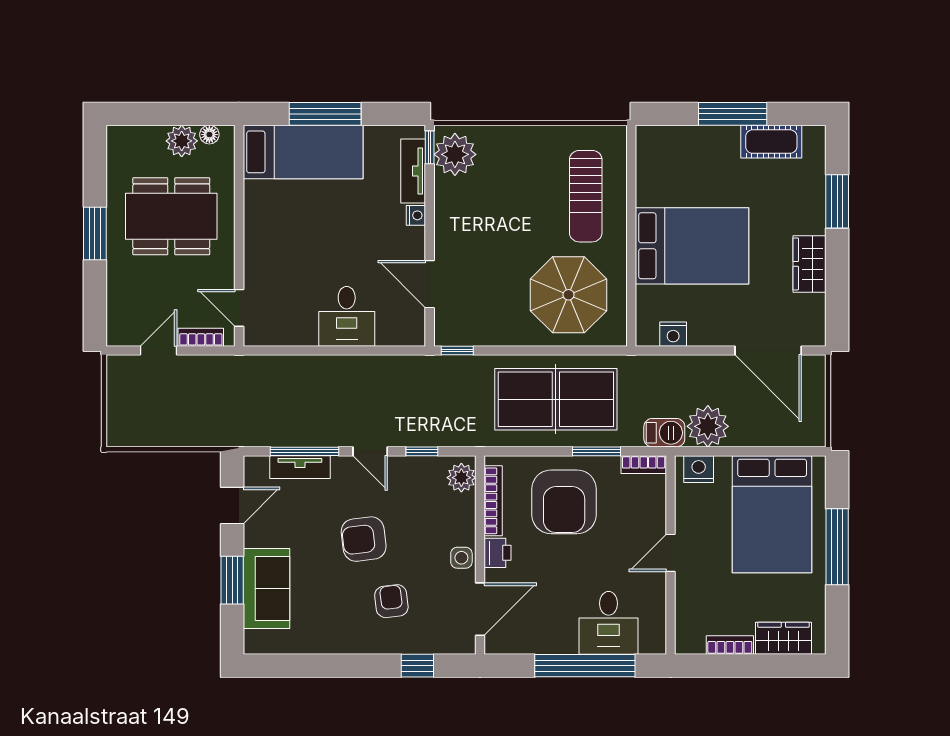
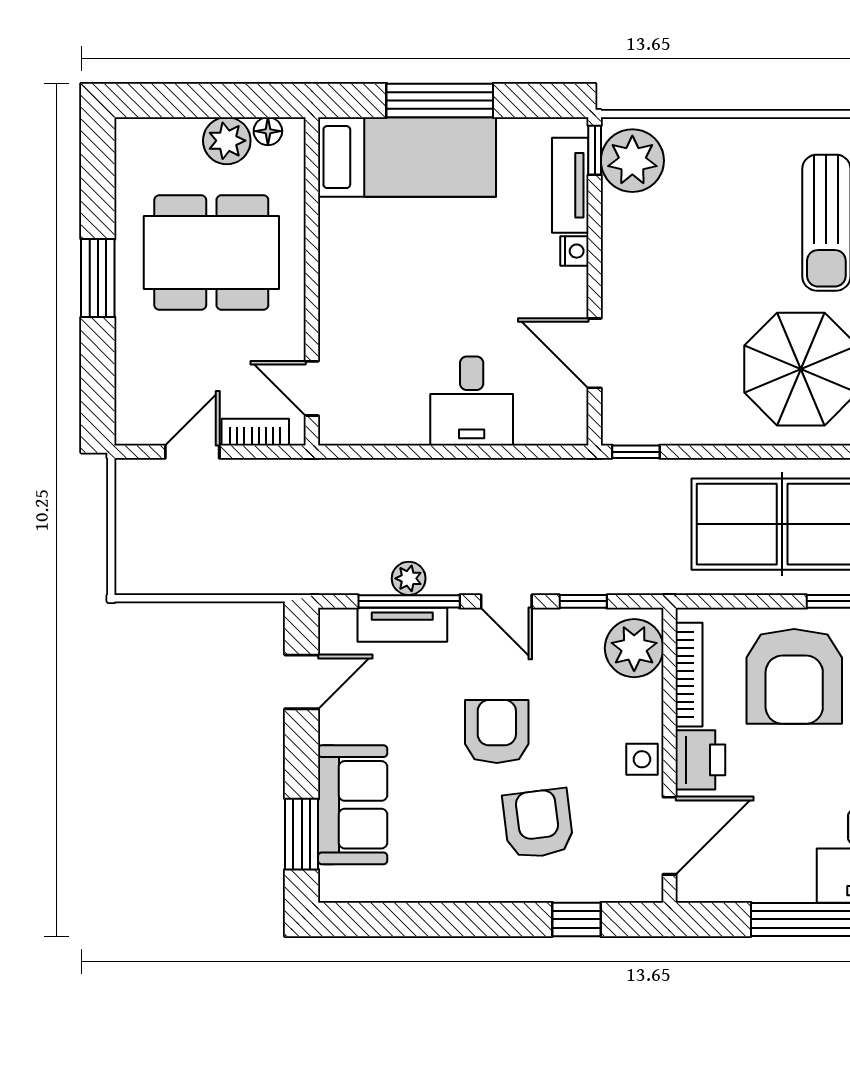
plant: (304, 436) -> (409, 578), added
plant: (461, 478) -> (634, 648), width x1.36, depth x1.36
armchair: (364, 539) -> (497, 732), turned 97
printer: (498, 553) -> (700, 760), width x1.36, depth x1.24
window: (232, 580) -> (302, 834), moved
armchair: (391, 601) -> (538, 824), width x1.38, depth x1.38

